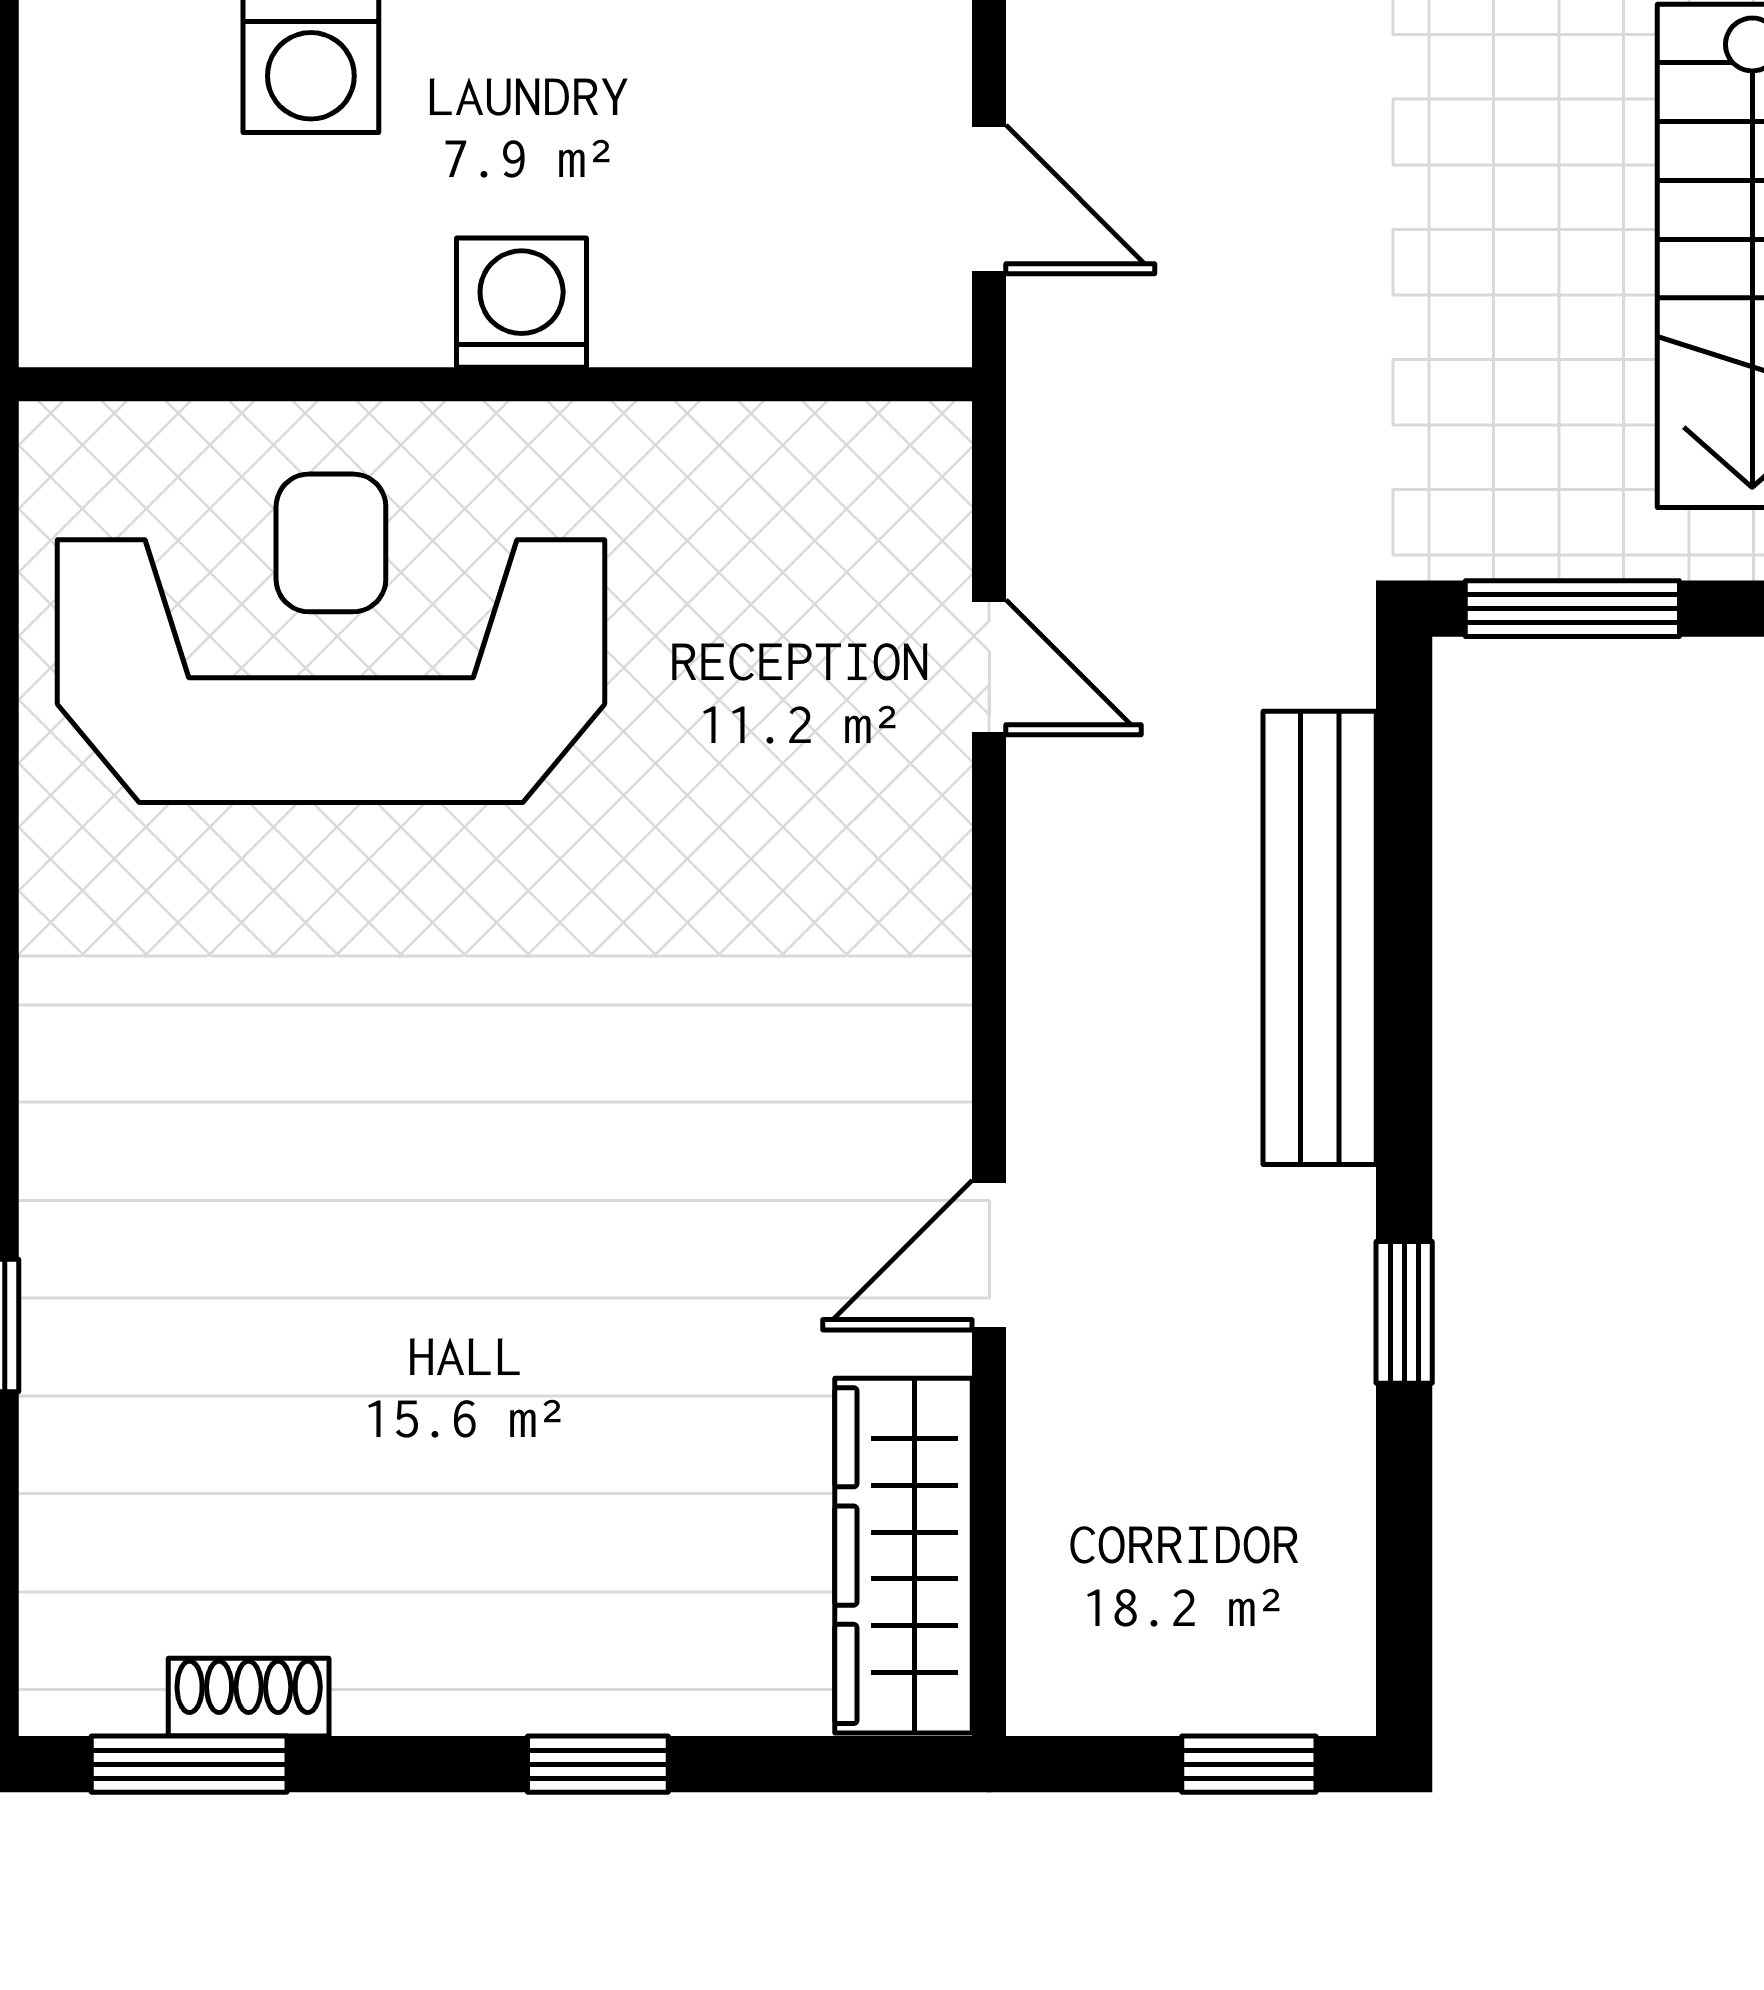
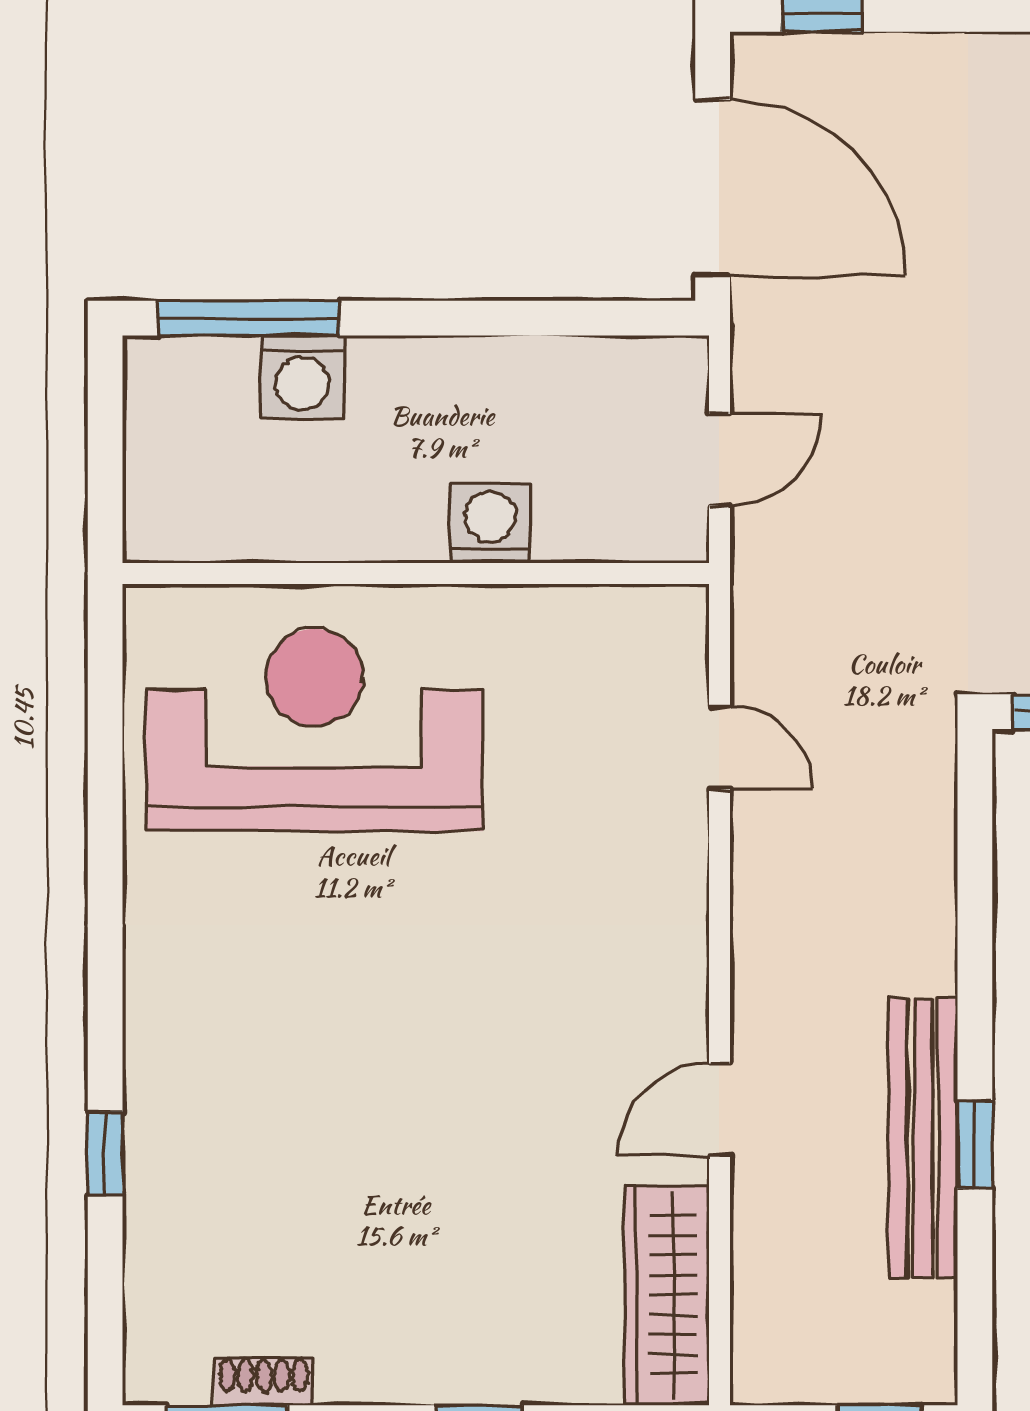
door: (989, 199) -> (719, 460), hinge flipped
washing machine: (522, 303) -> (490, 523), moved
bench: (1320, 938) -> (923, 1138), moved

